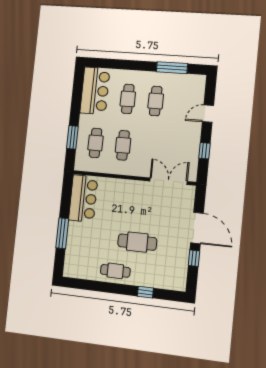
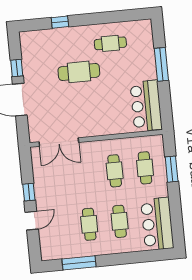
window: (204, 151) -> (29, 192), moved
cafe table: (115, 271) -> (110, 43), moved

